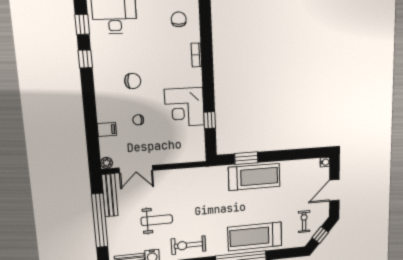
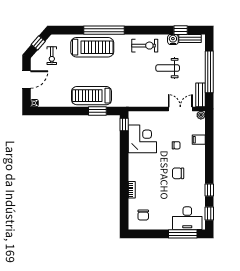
corner desk: (184, 107) -> (142, 139), moved
window: (210, 120) -> (124, 124), moved
bench: (110, 195) -> (201, 95), width x0.73

